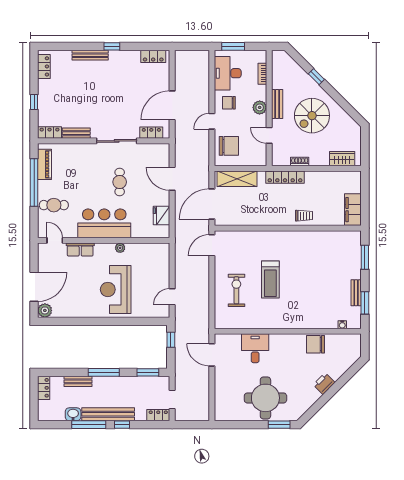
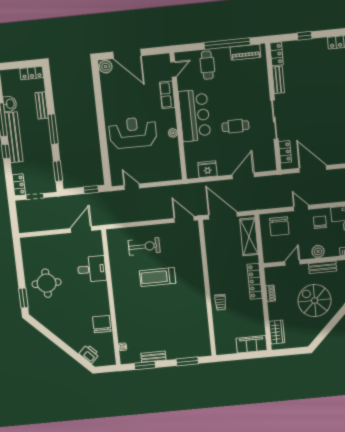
filing cabinet: (353, 210) -> (252, 344), moved
printer: (324, 384) -> (89, 354), moved
round table: (265, 398) -> (47, 283), width x0.73, depth x0.73

